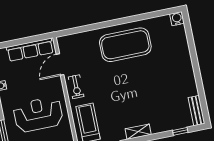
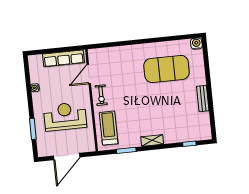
exercise mat: (125, 45) -> (167, 69), moved
bench: (197, 111) -> (203, 99), moved

